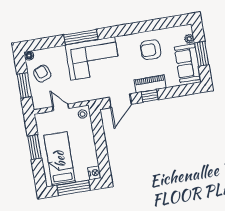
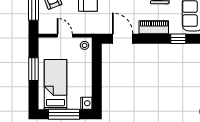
window: (150, 96) -> (178, 39), moved
door: (120, 101) -> (123, 39), swing flipped

